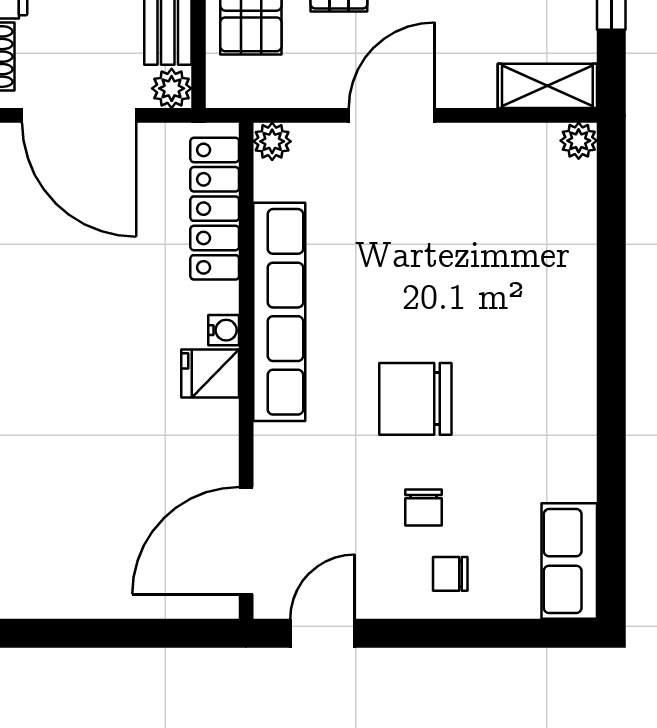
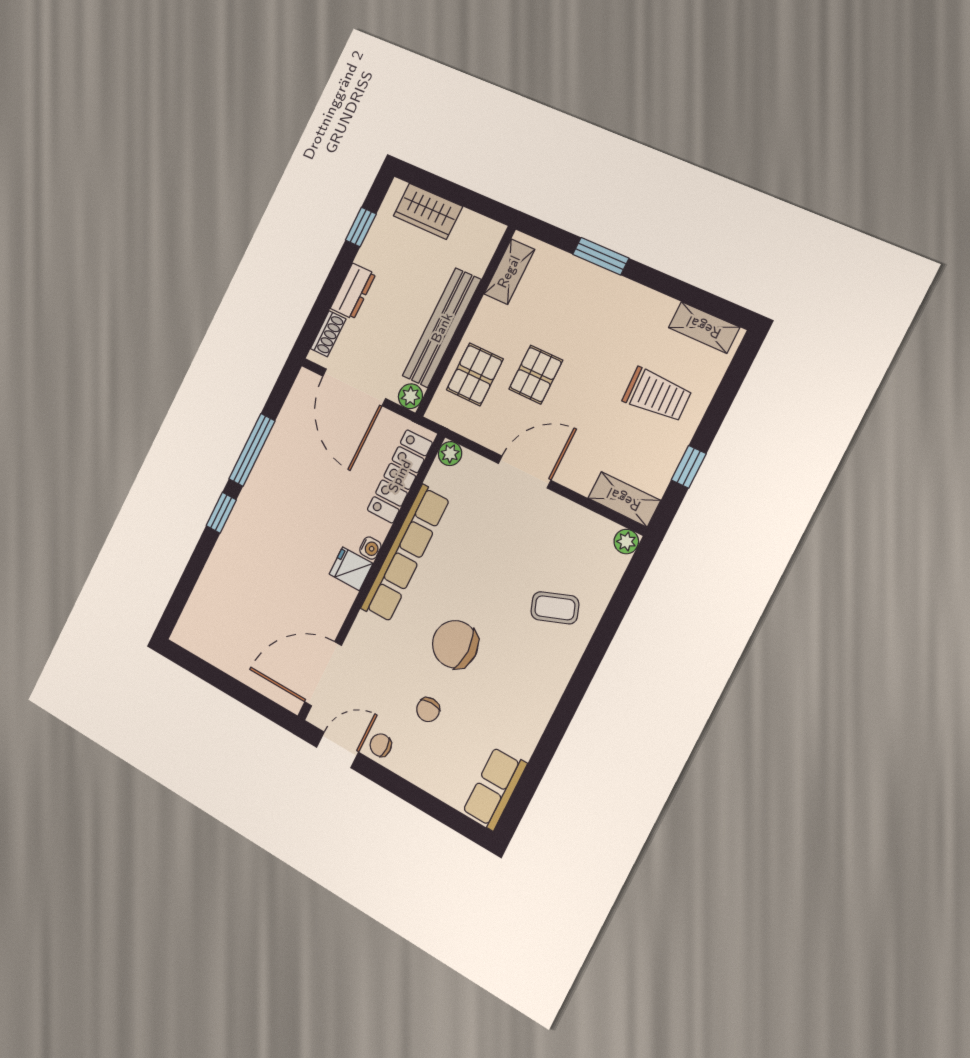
coffee table: (528, 278) -> (555, 608), added
chair: (450, 574) -> (381, 745), moved

